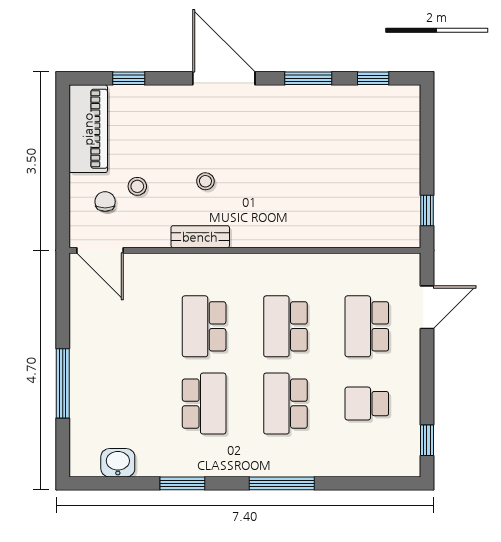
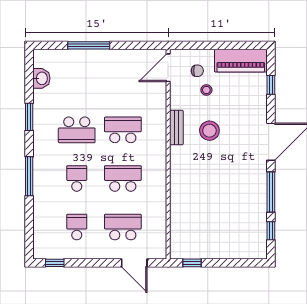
window: (308, 78) -> (271, 192), width x1.44
stool: (205, 181) -> (209, 131), width x1.89, depth x1.89
school desk: (285, 404) -> (77, 178), width x0.54

